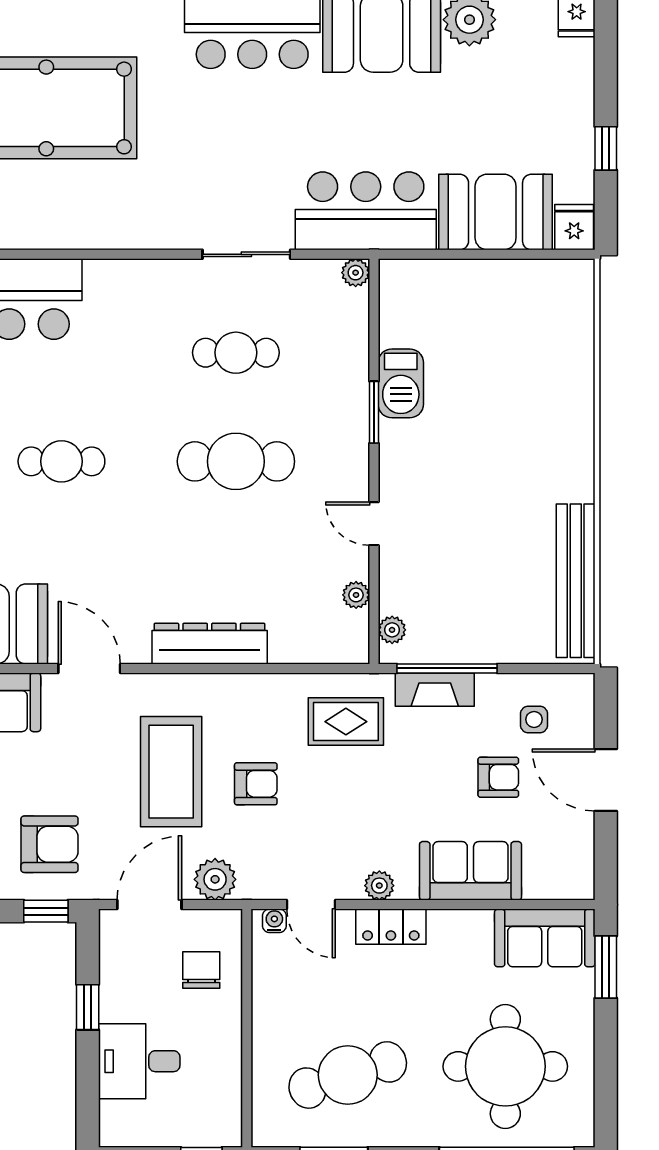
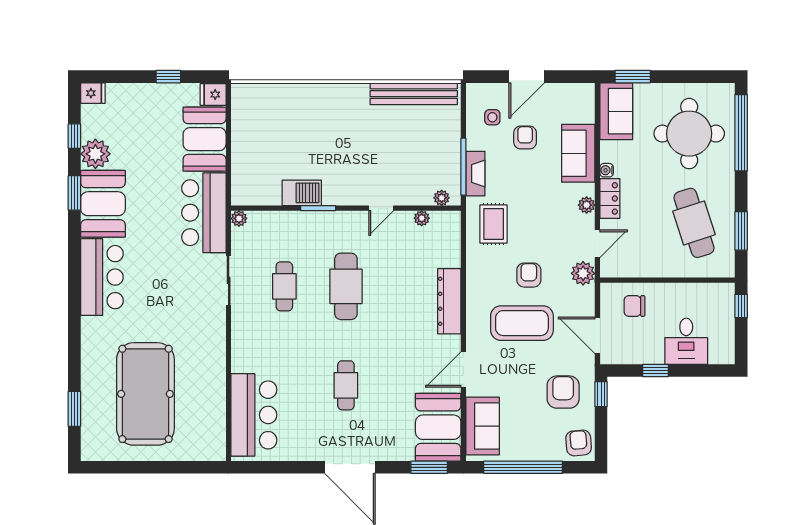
plant: (215, 879) -> (583, 273), moved
water cooler: (274, 921) -> (607, 170), moved

